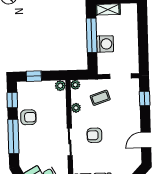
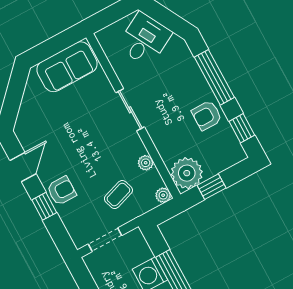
window: (34, 76) -> (212, 187), moved
plant: (60, 86) -> (187, 173), width x1.87, depth x1.87
window: (145, 98) -> (44, 206), moved
armchair: (94, 135) -> (62, 191), moved

